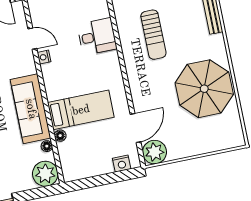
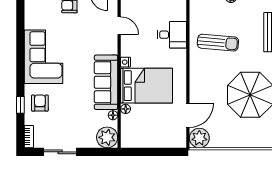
sun lounger: (153, 35) -> (218, 43), turned -85
nightstand: (44, 57) -> (126, 62), moved
bed: (81, 110) -> (147, 86), width x1.50
nightstand: (122, 164) -> (171, 142), removed

